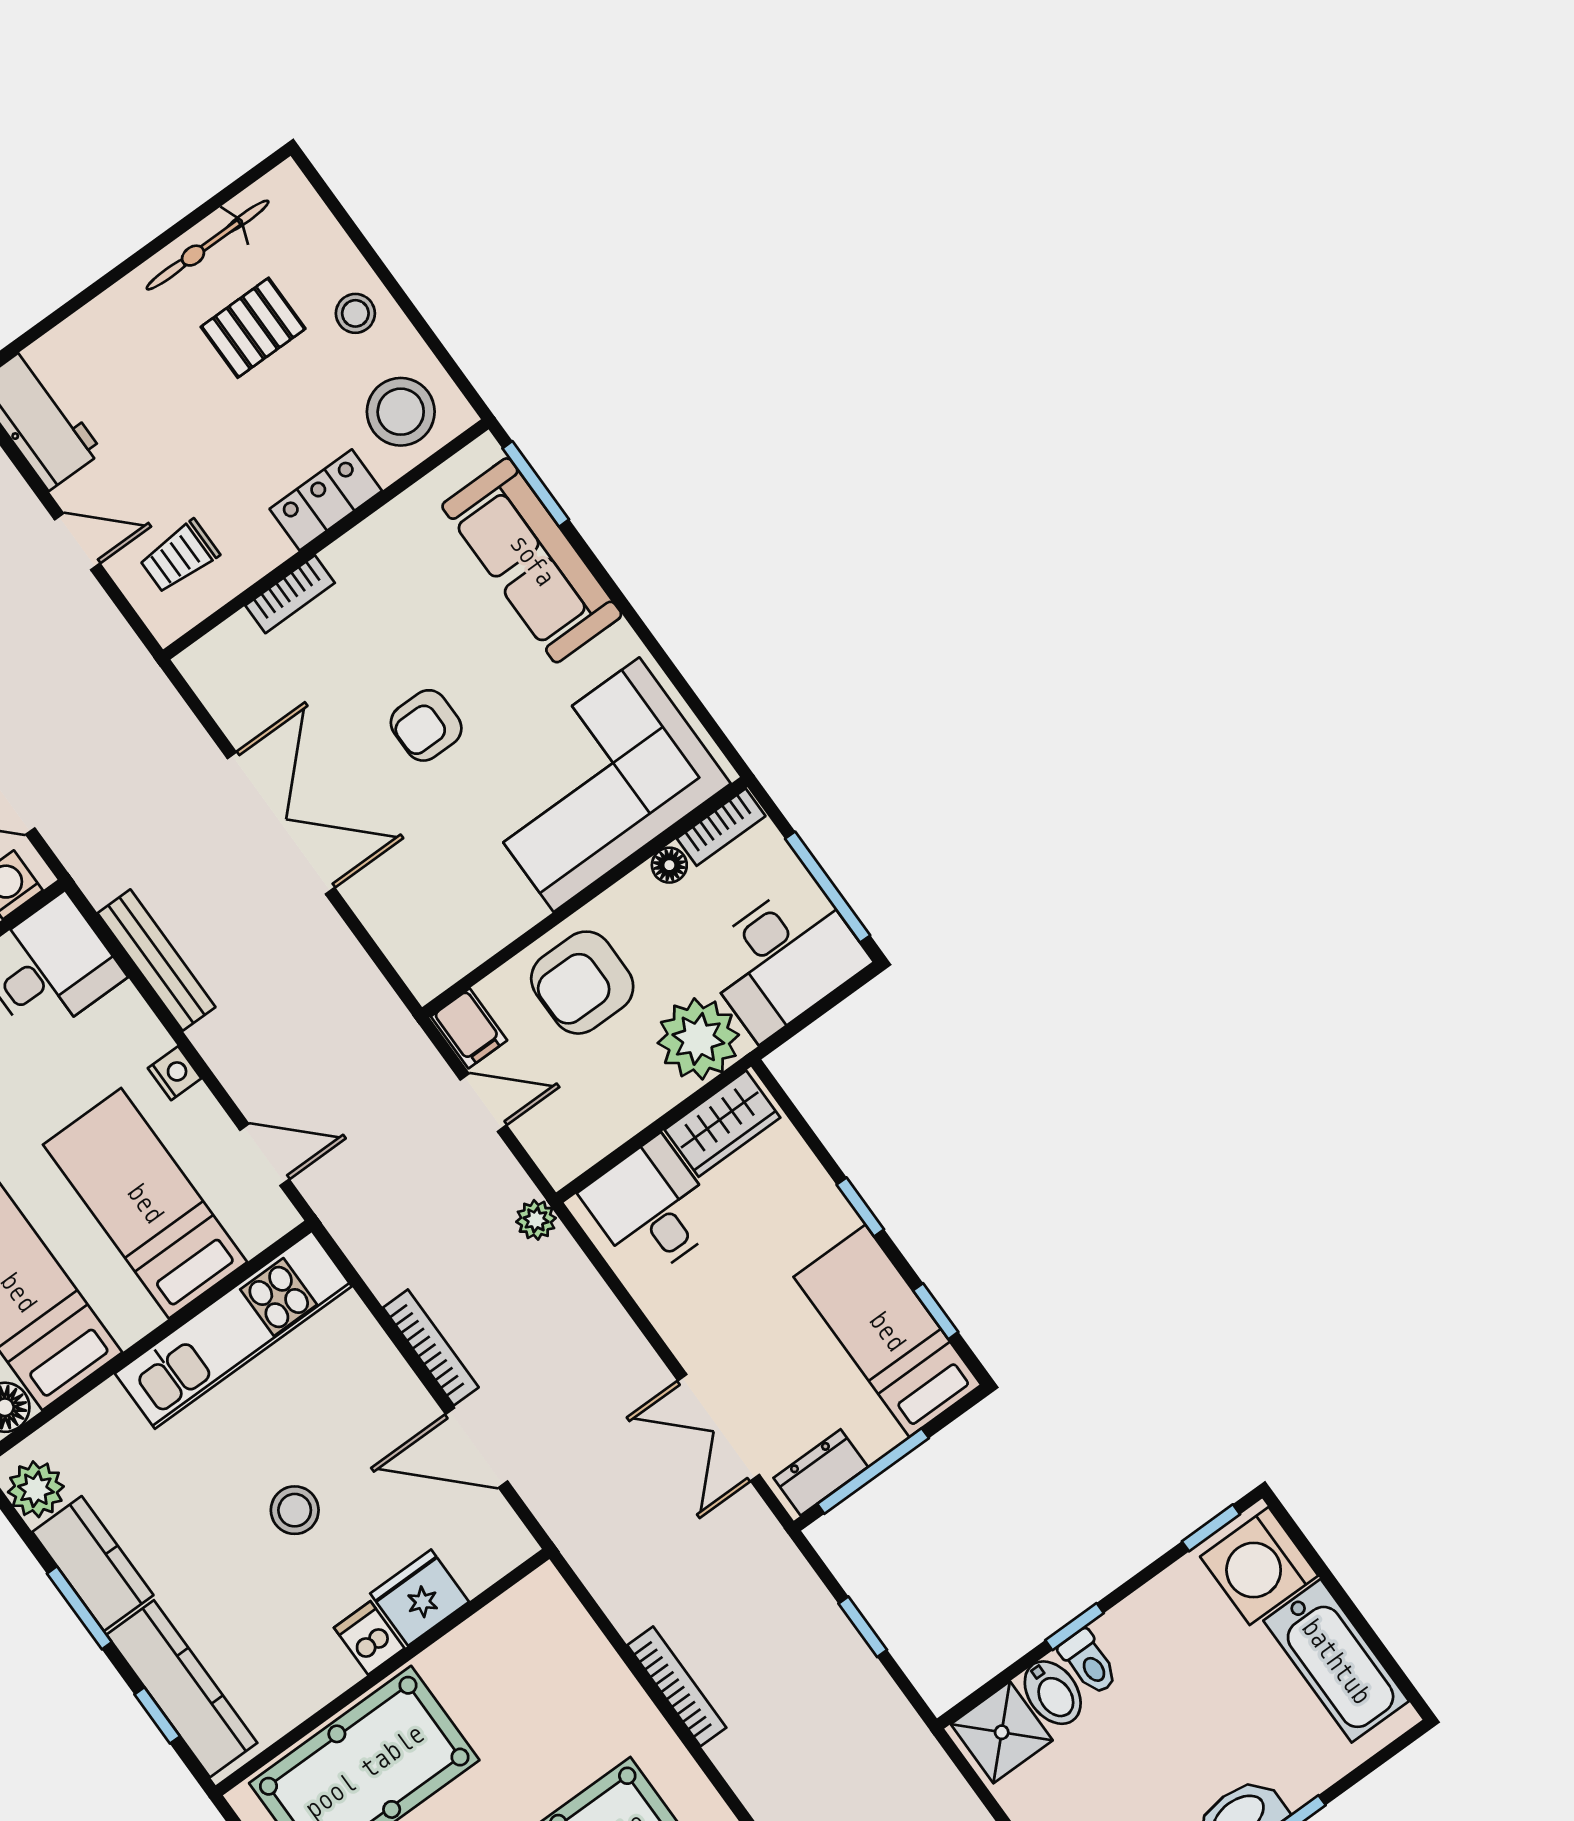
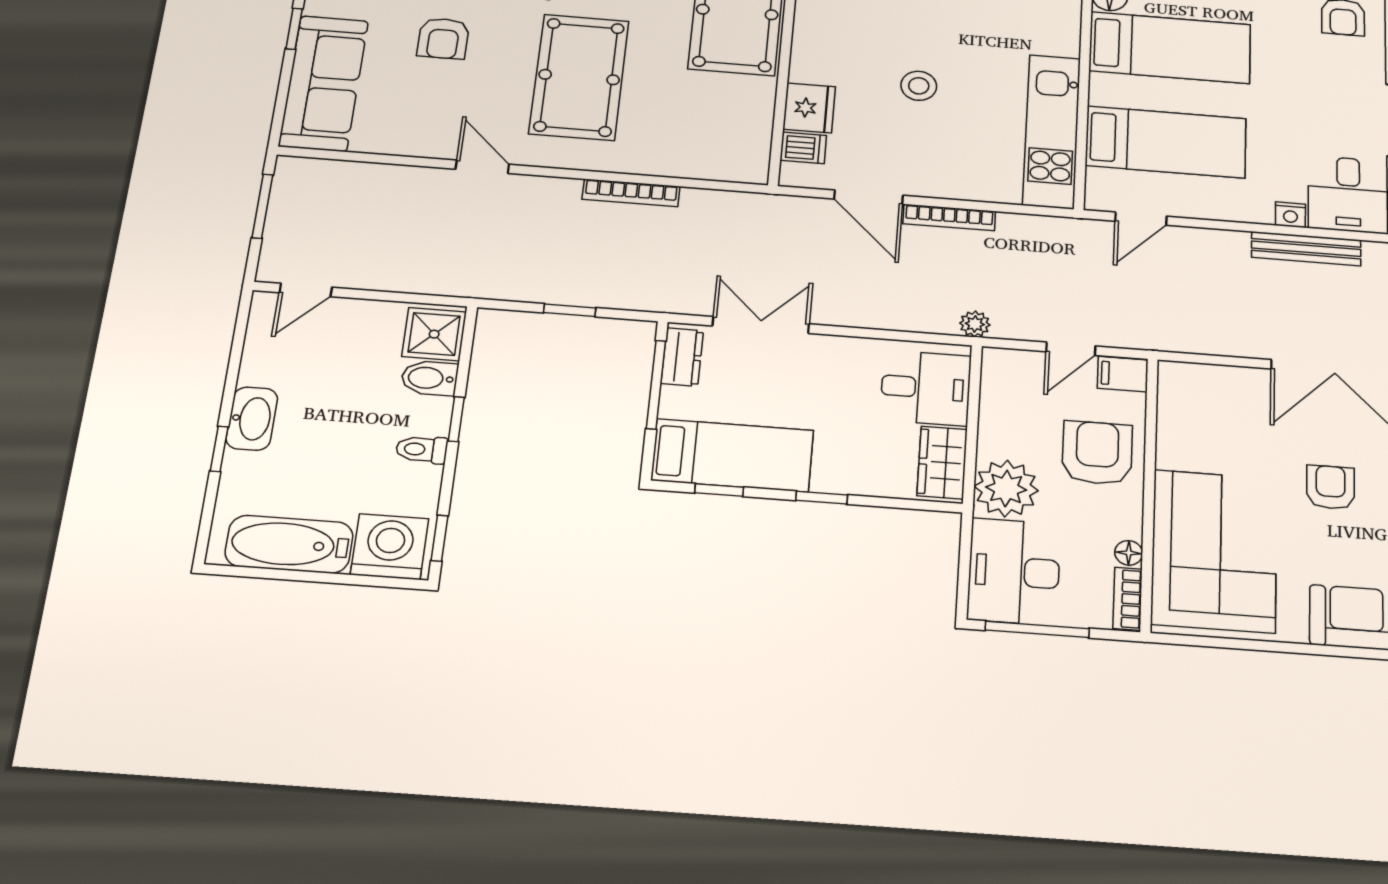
nightstand: (175, 1073) -> (1290, 215), moved
door: (477, 1448) -> (868, 197), swing flipped
dishwasher: (369, 1638) -> (803, 148), moved
toilet: (1089, 1662) -> (422, 449), moved

